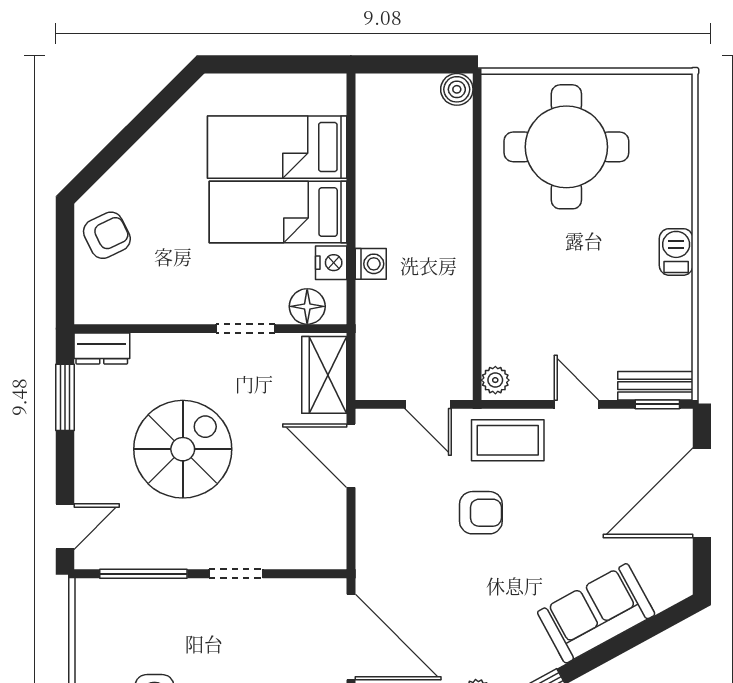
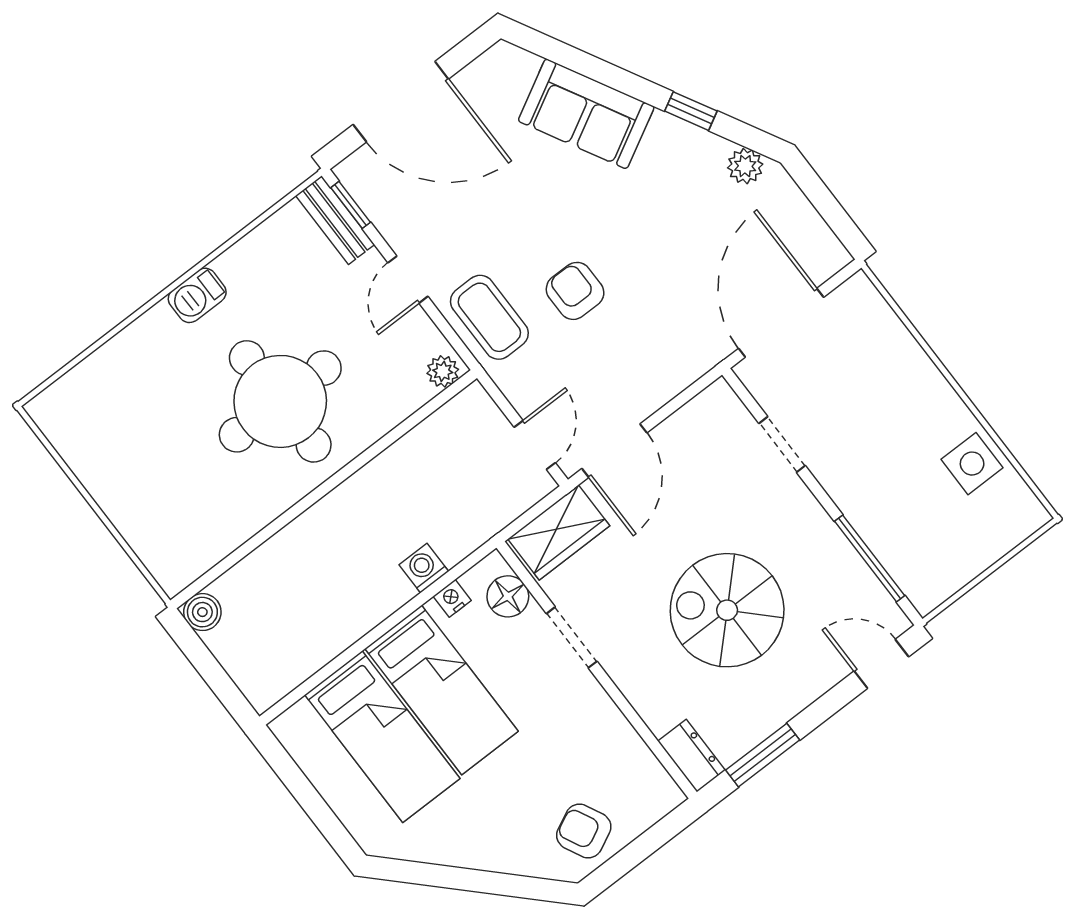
round table: (566, 147) -> (280, 401), moved
nightstand: (331, 263) -> (452, 598), width x0.72, depth x0.74
door: (428, 404) -> (535, 445), moved
doorway: (236, 574) -> (782, 444), moved

